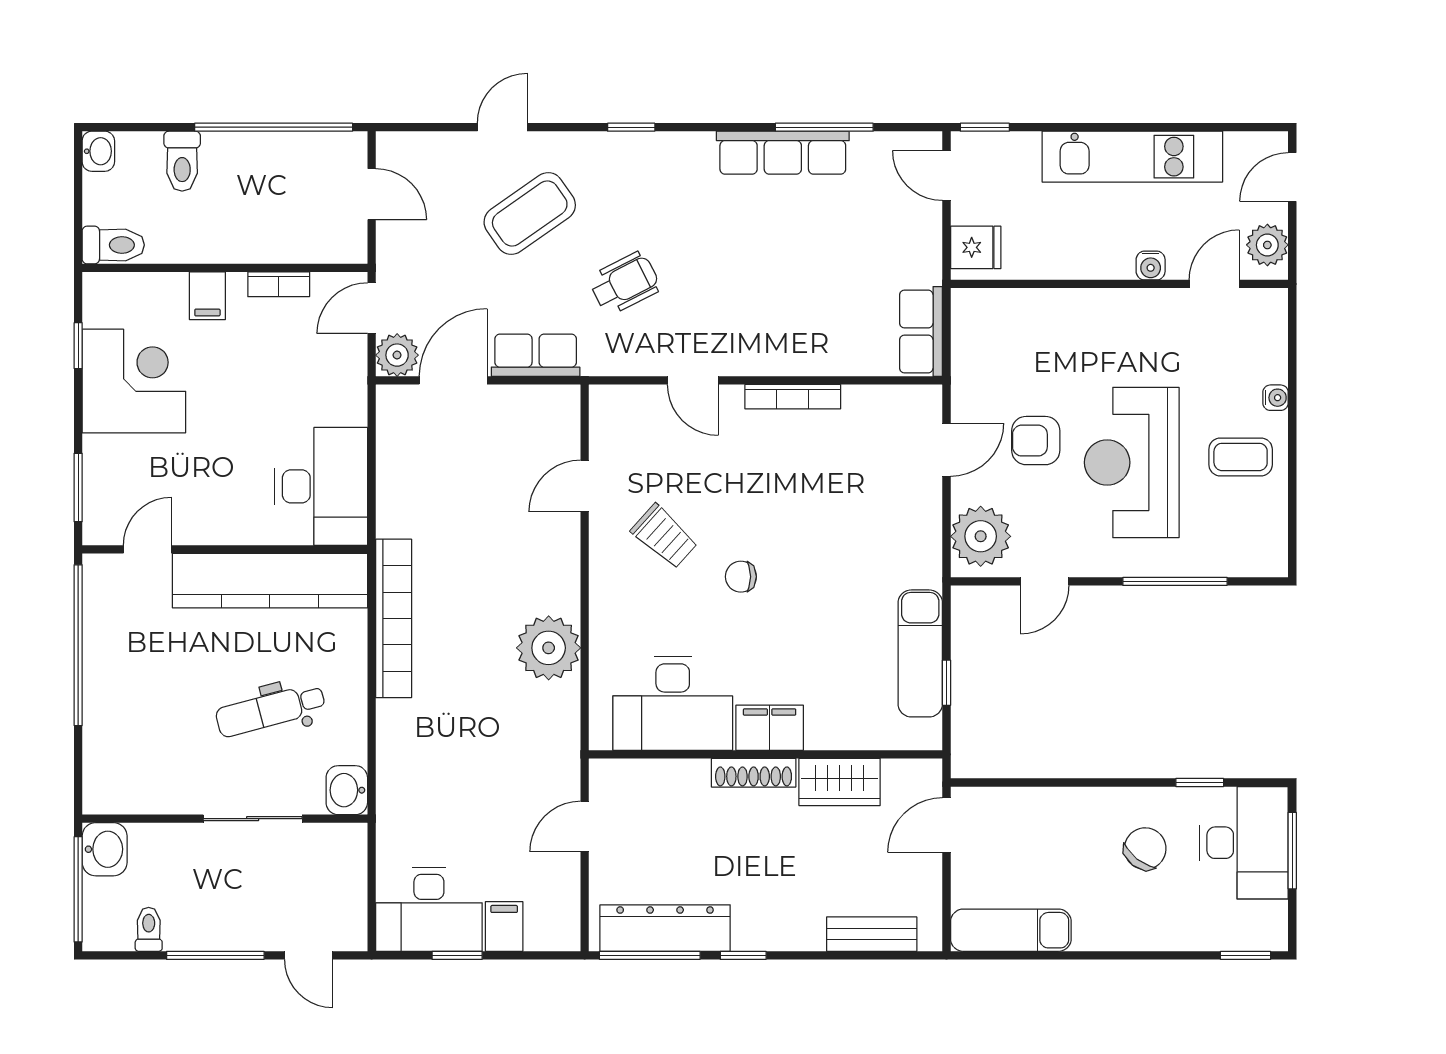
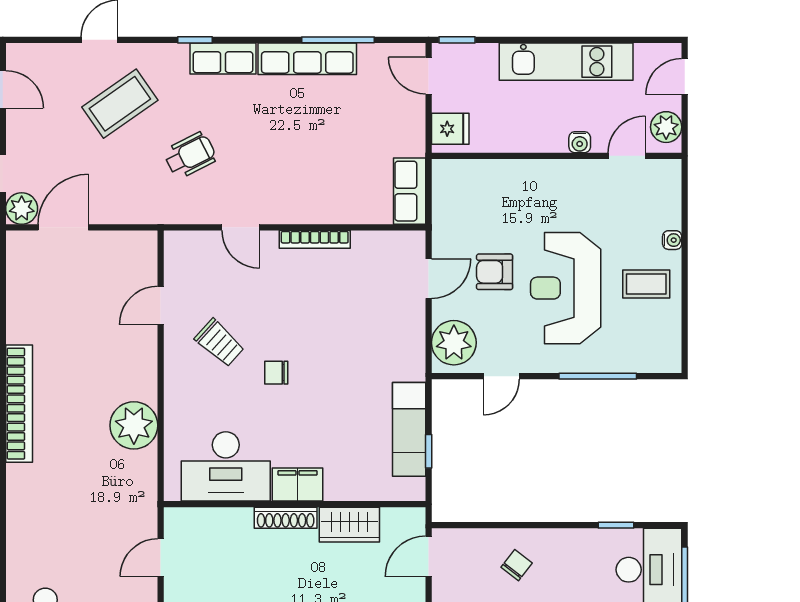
row of seats: (536, 355) -> (223, 58), moved, turned 180
chair: (1145, 849) -> (517, 565), moved, width x0.73, depth x0.73

